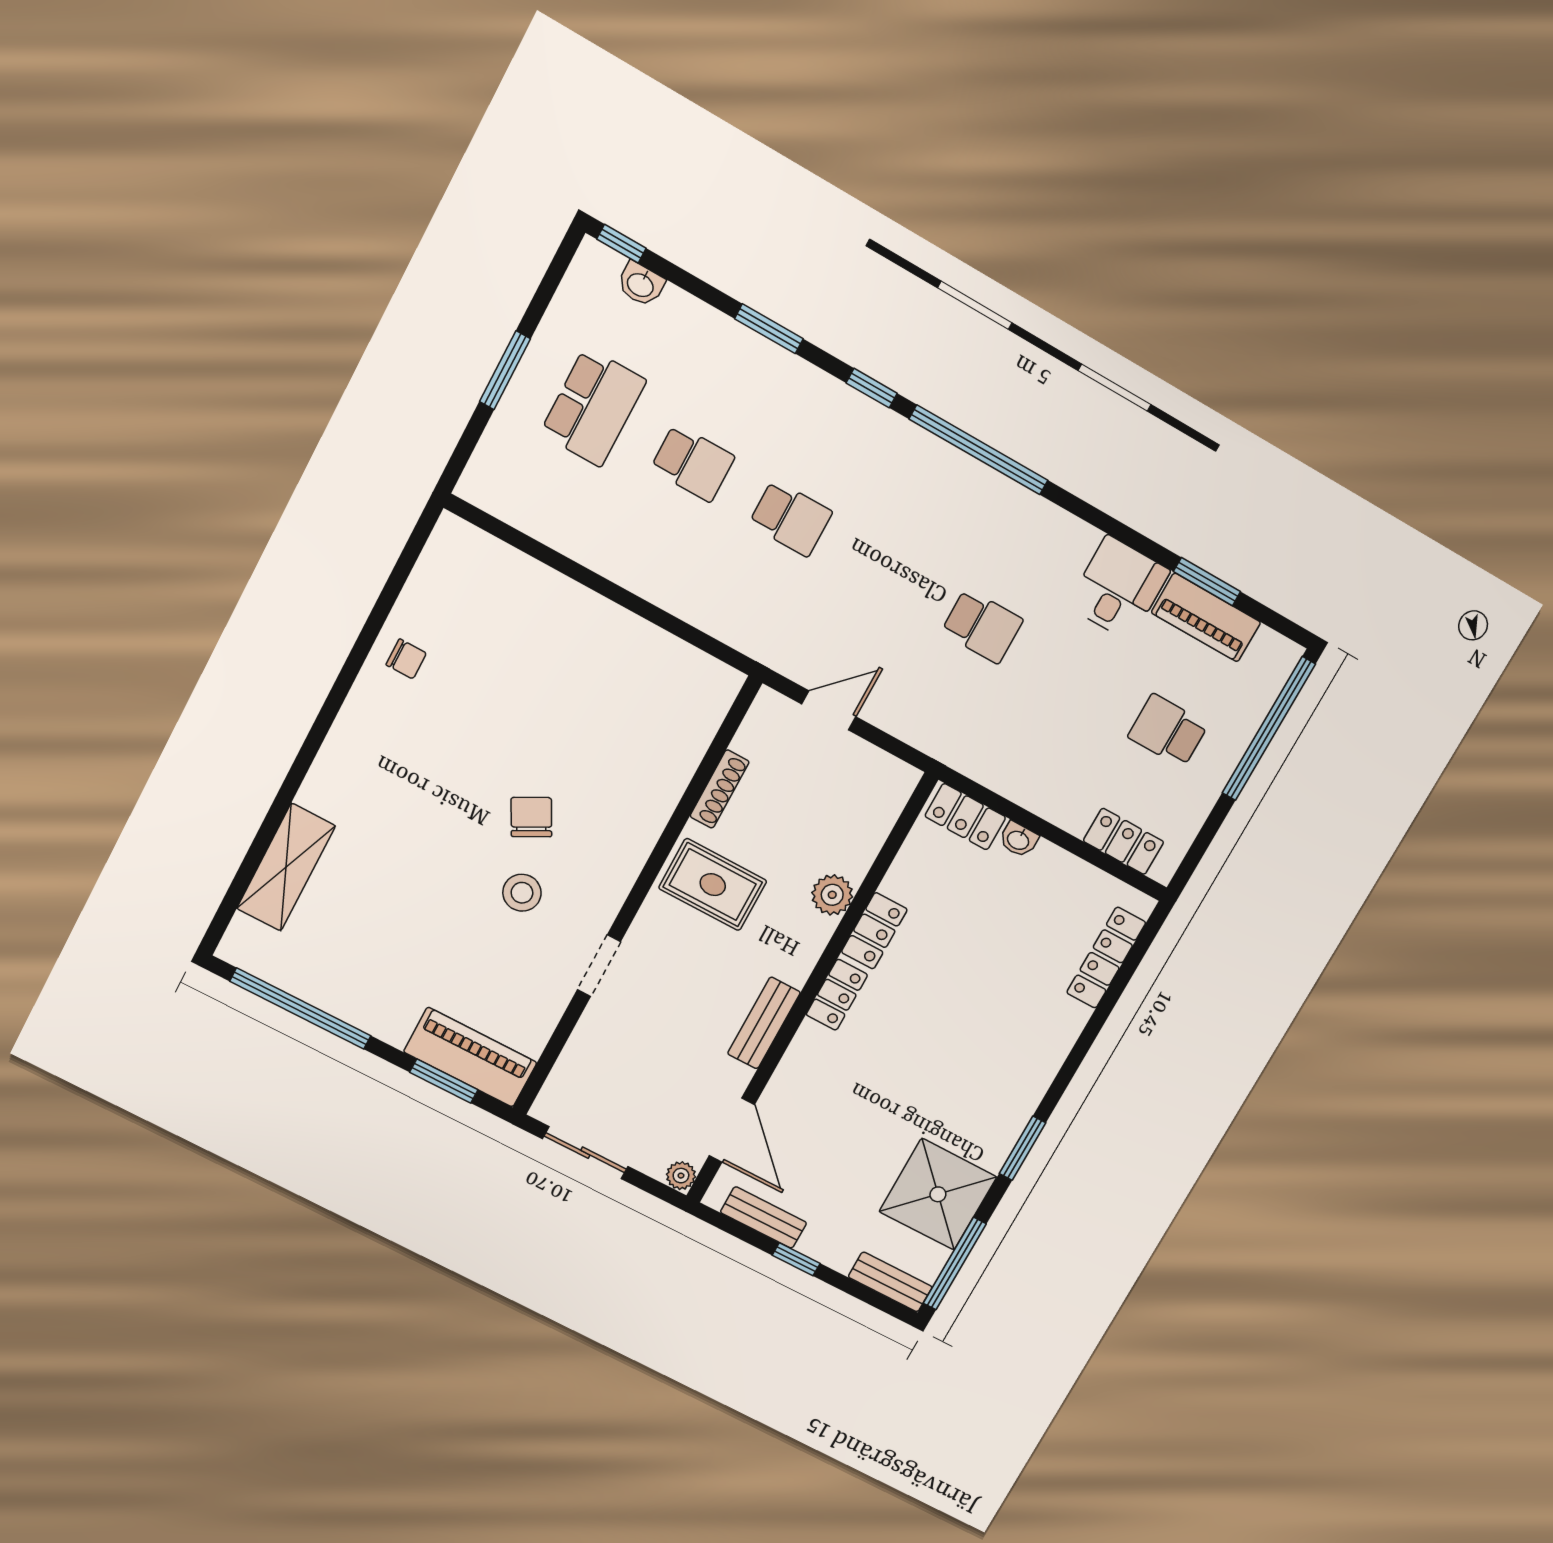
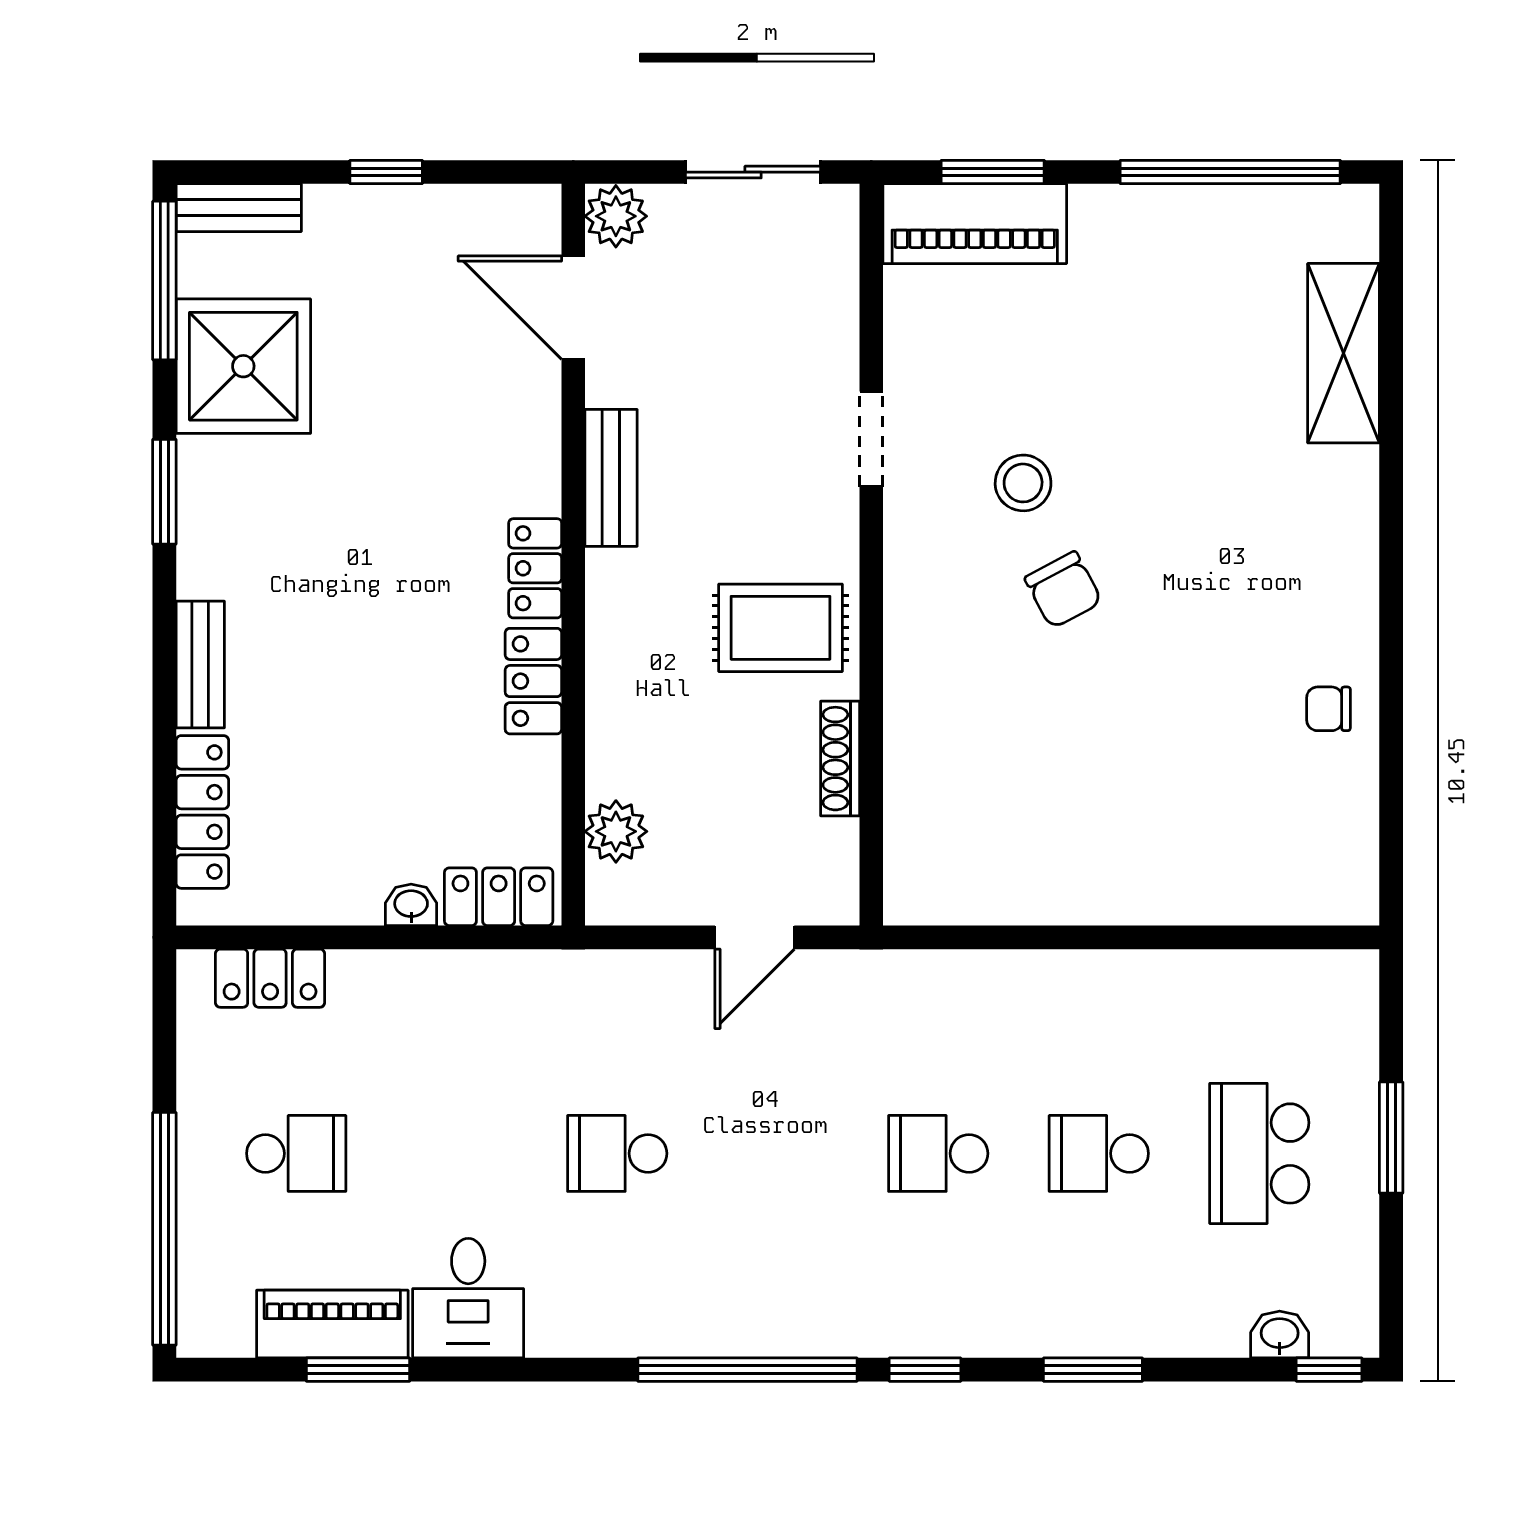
plant: (832, 895) -> (616, 831), moved
plant: (681, 1176) -> (616, 216), width x1.38, depth x1.38
bench: (764, 1217) -> (200, 664), moved, turned 90

